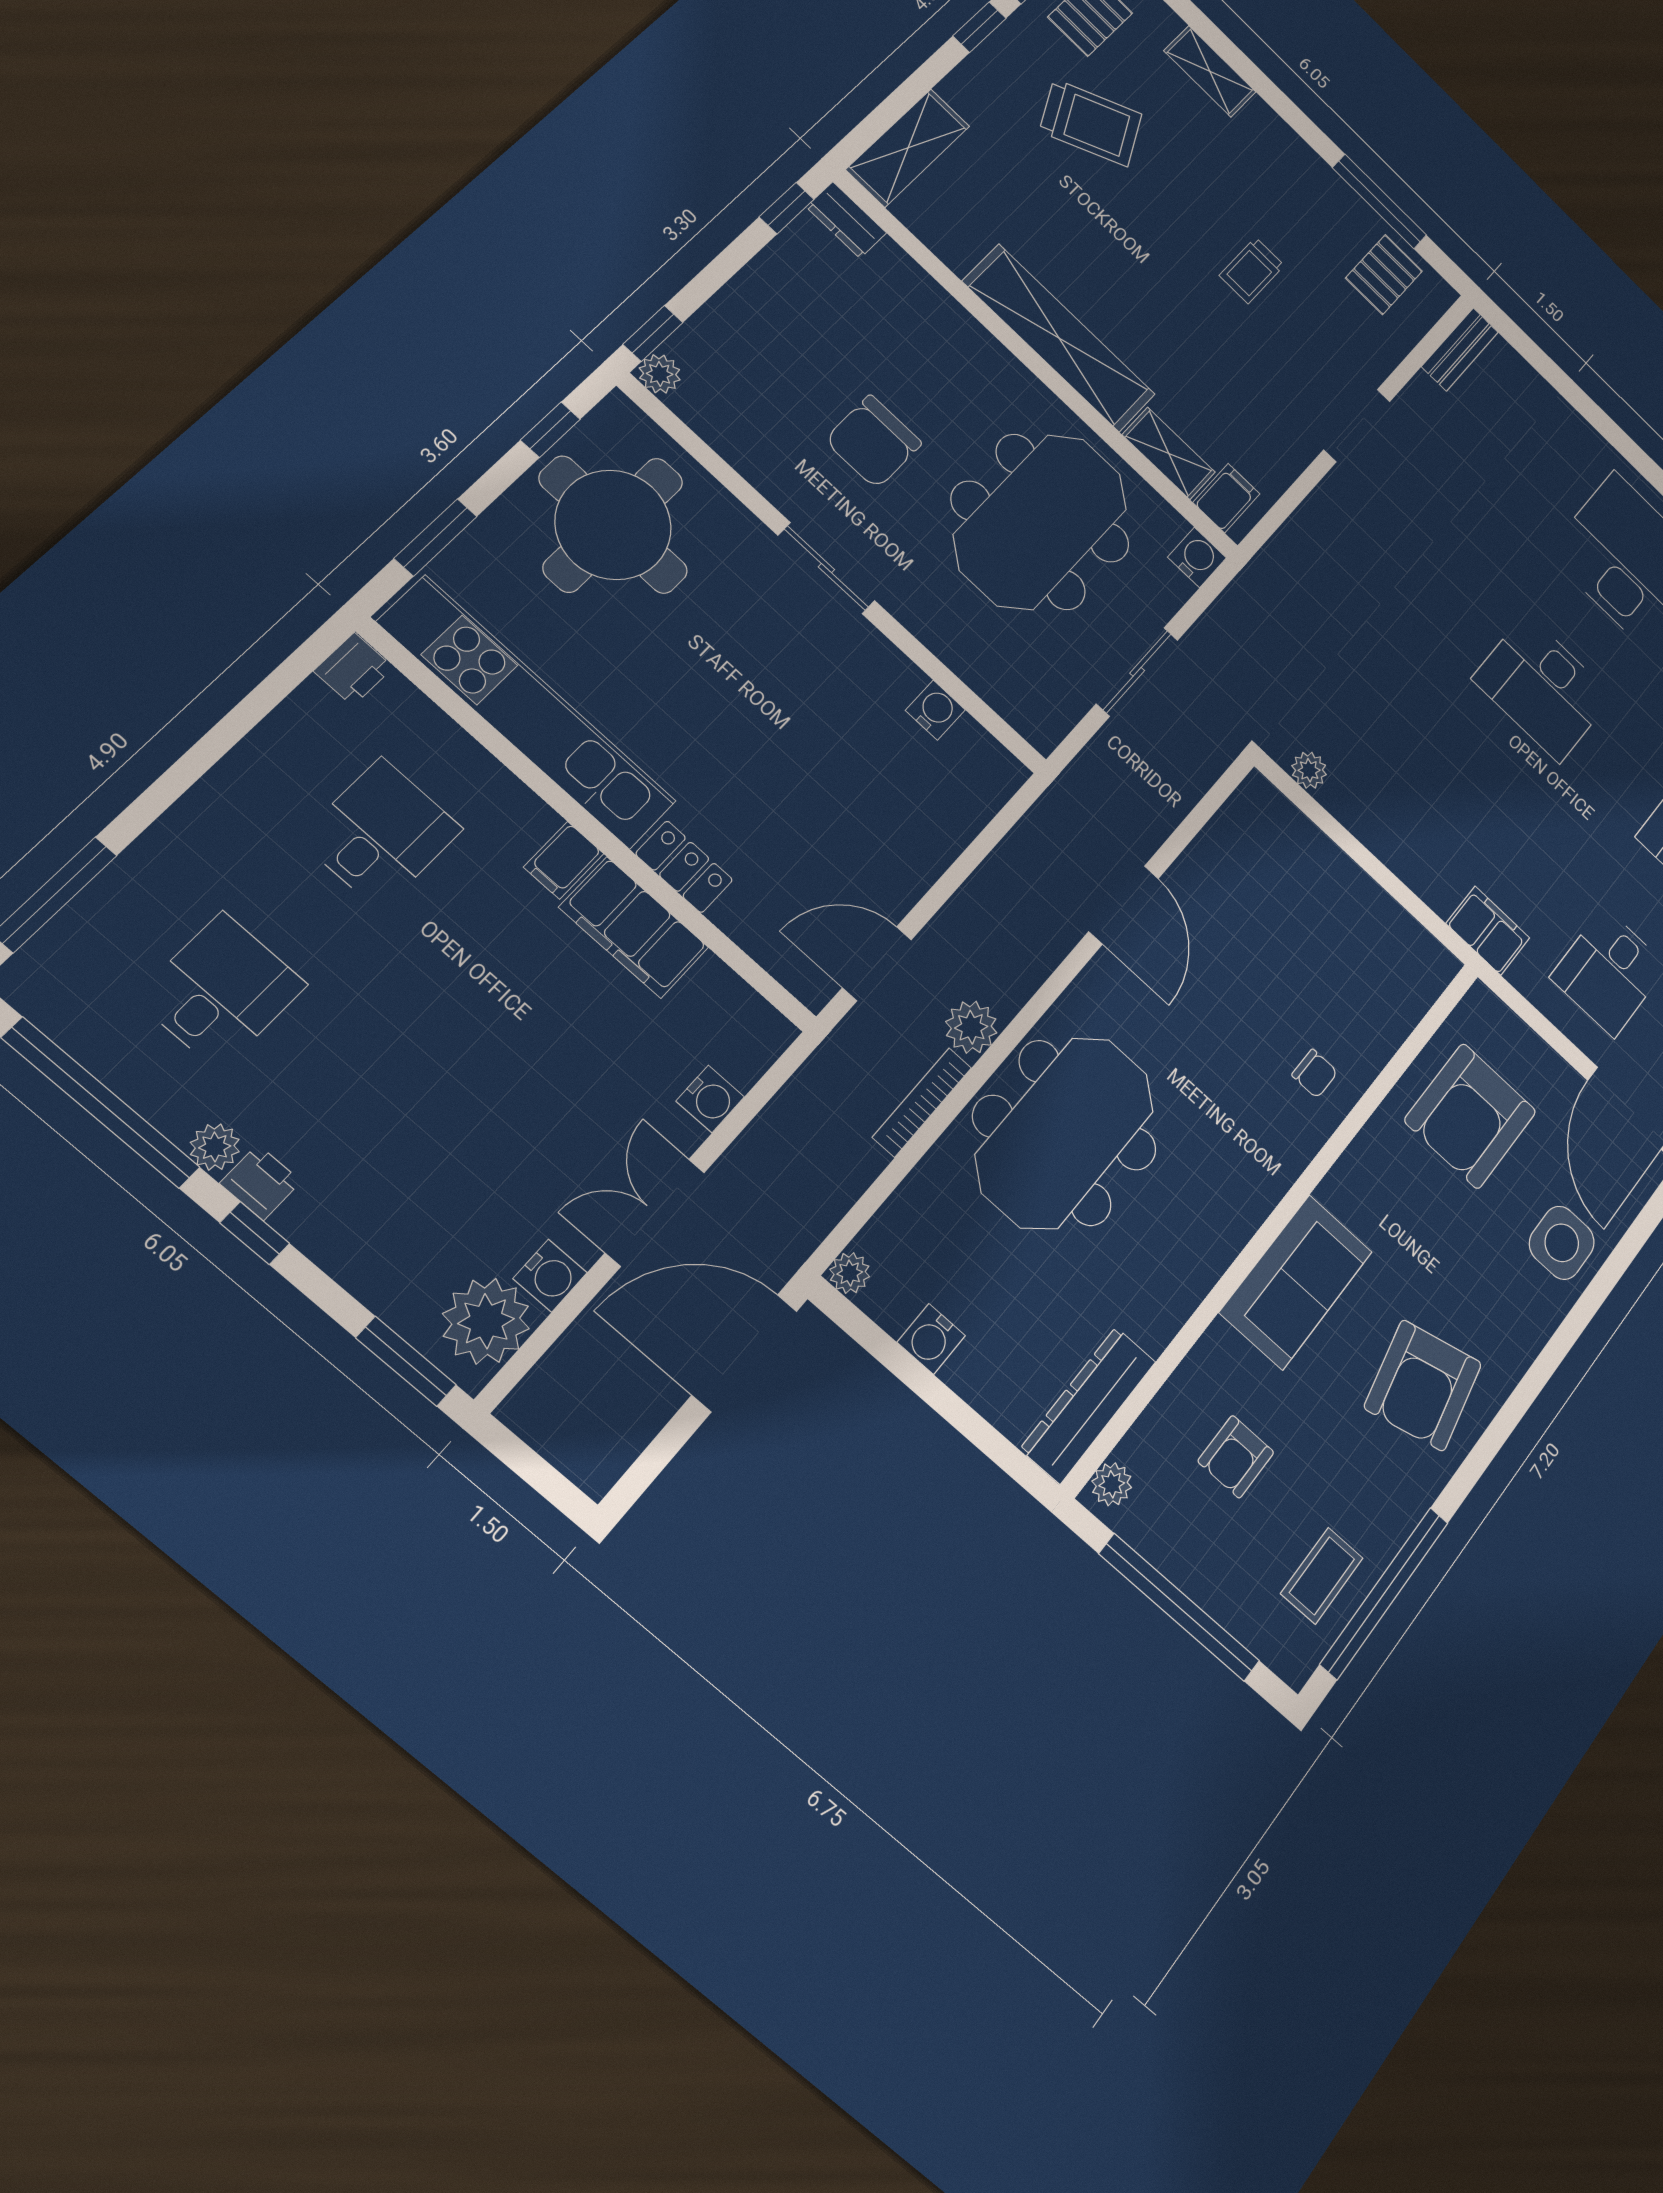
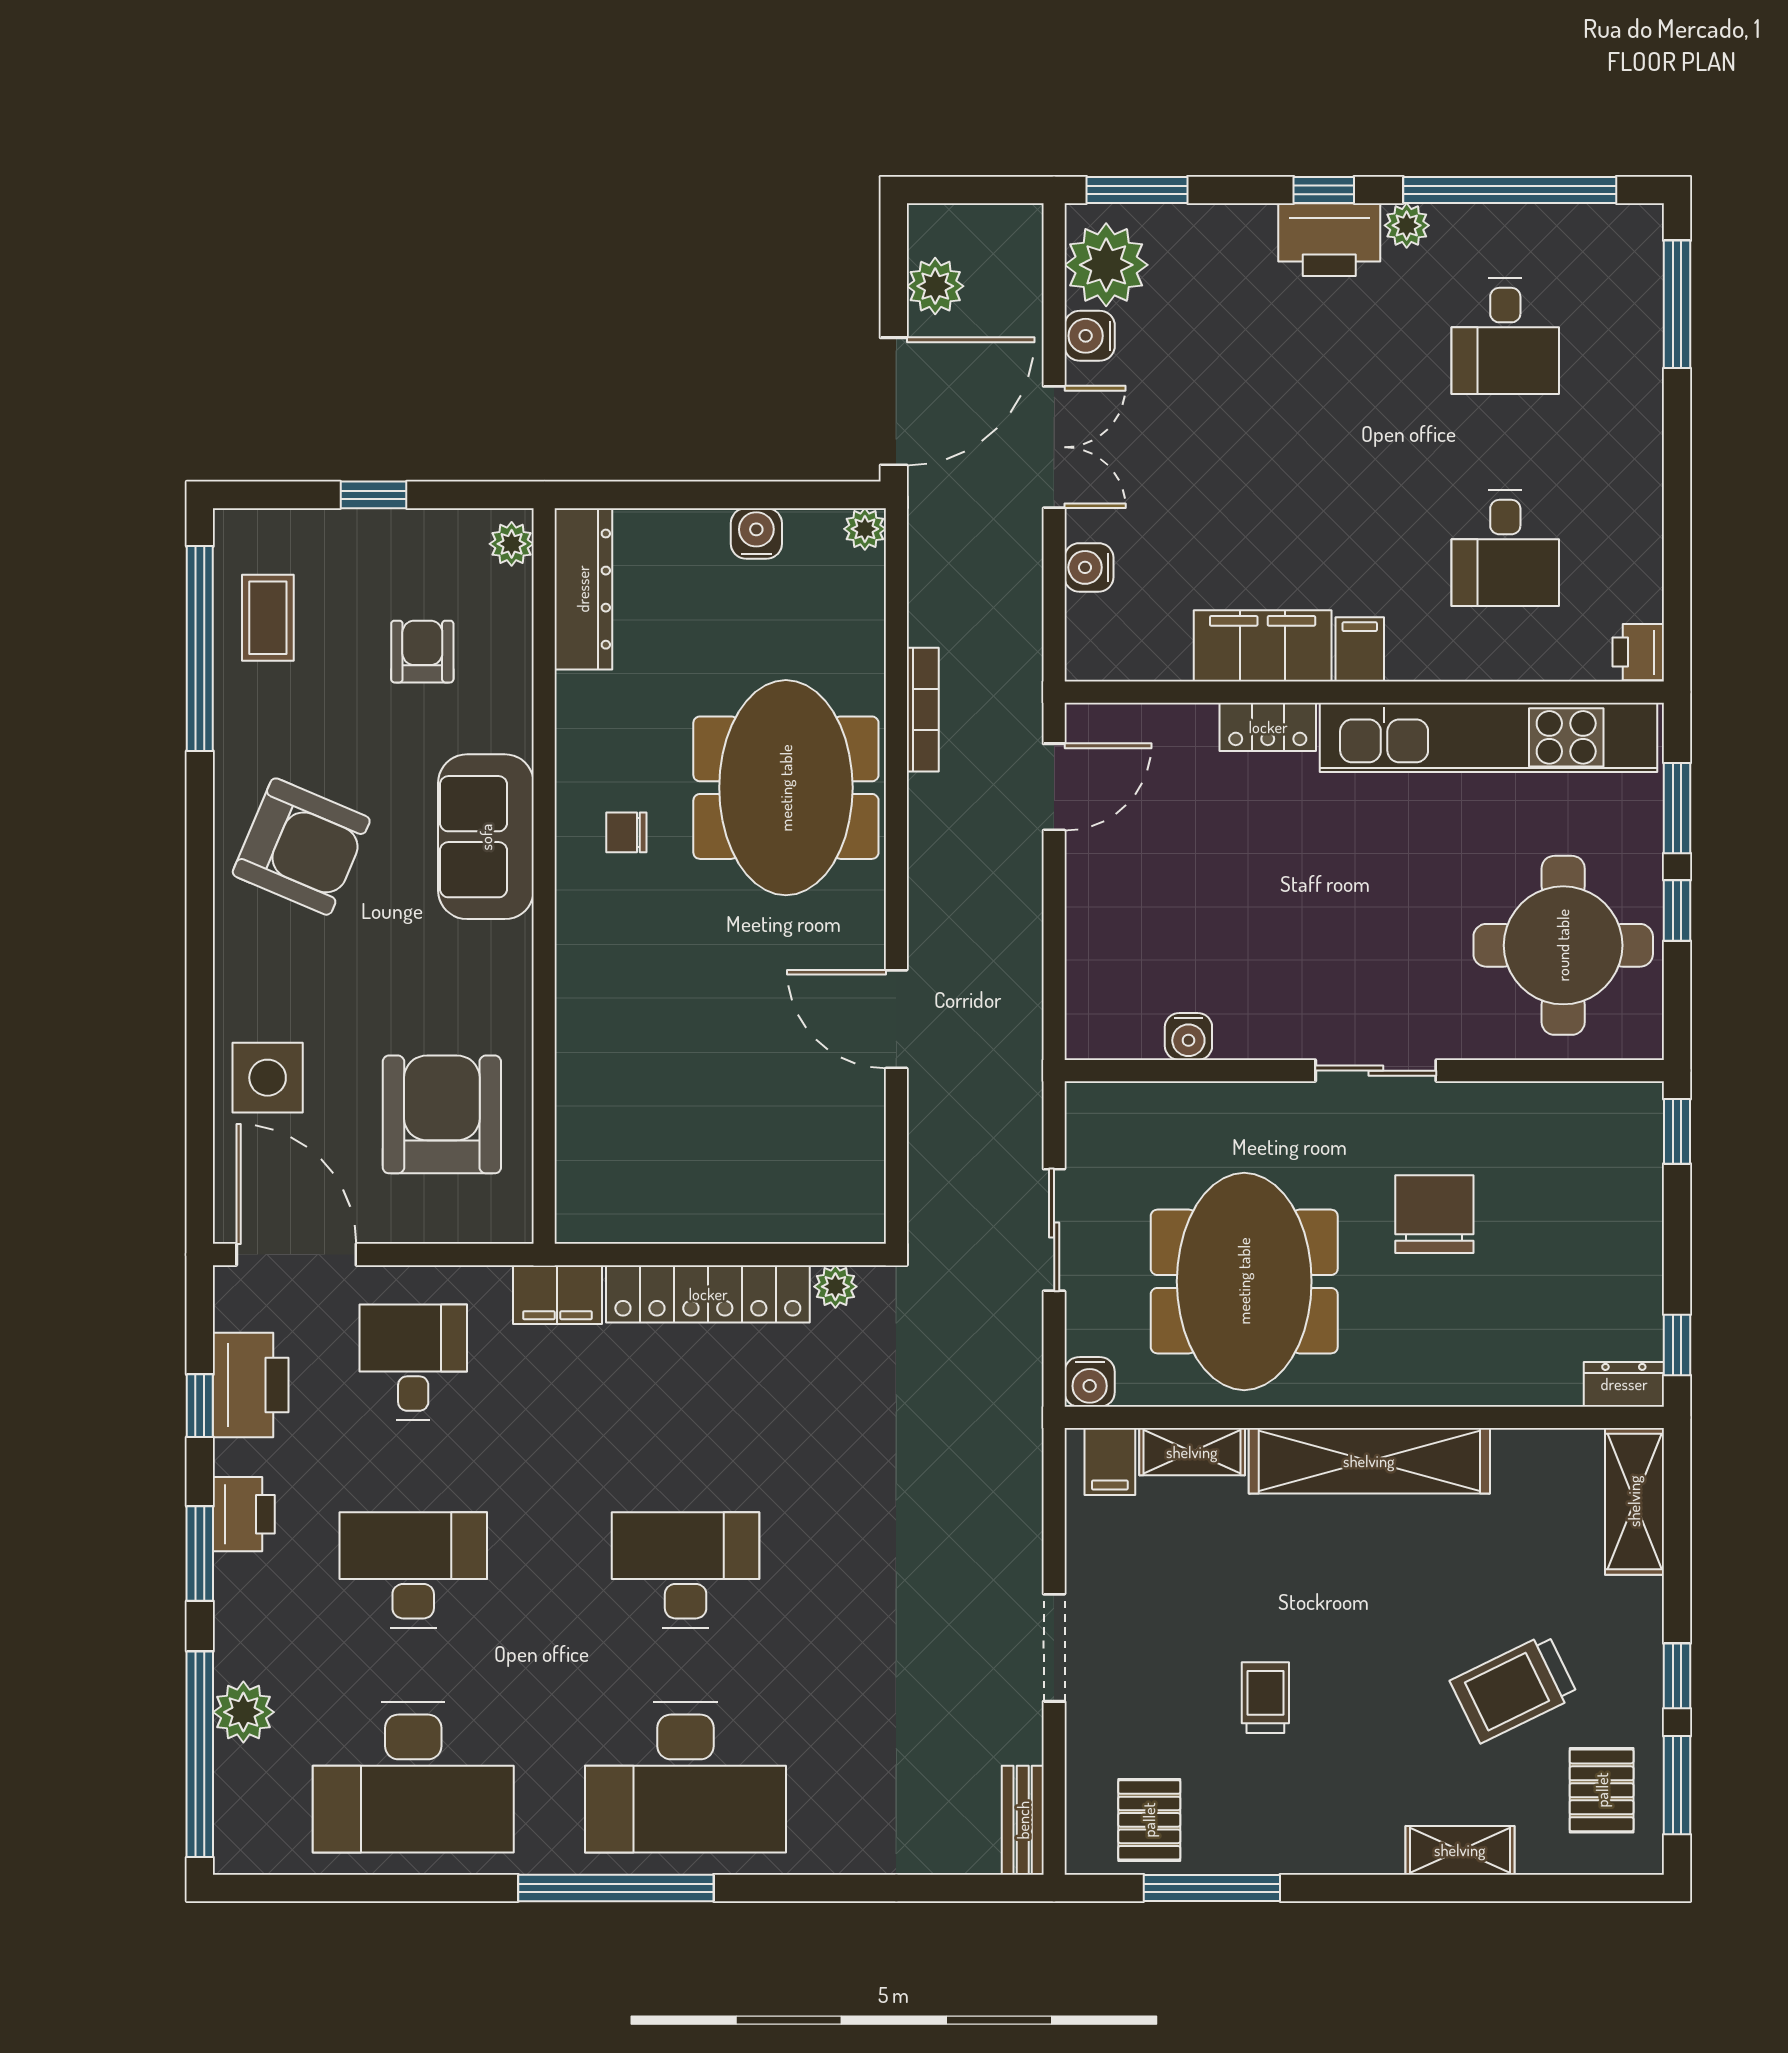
plant: (660, 374) -> (1642, 1103), removed
window: (550, 430) -> (1677, 910), moved
locker: (1394, 842) -> (708, 1294), added
plant: (971, 1027) -> (935, 286), moved
chair: (1315, 1074) -> (626, 832), moved
printer: (260, 1182) -> (1329, 240), width x1.87, depth x1.48
armchair: (1423, 1385) -> (301, 847), turned 126
window: (1179, 1608) -> (374, 495), width x0.32

